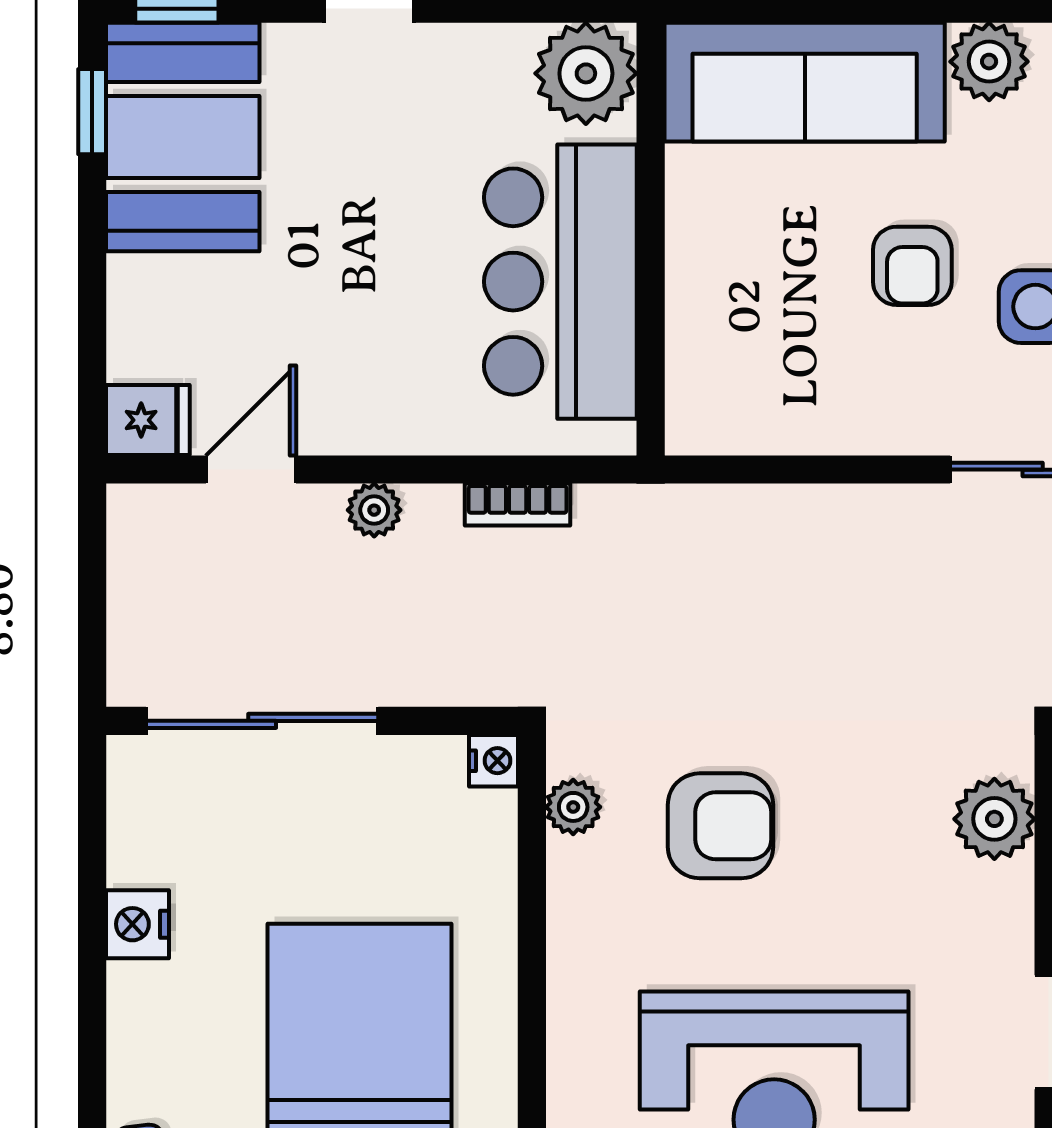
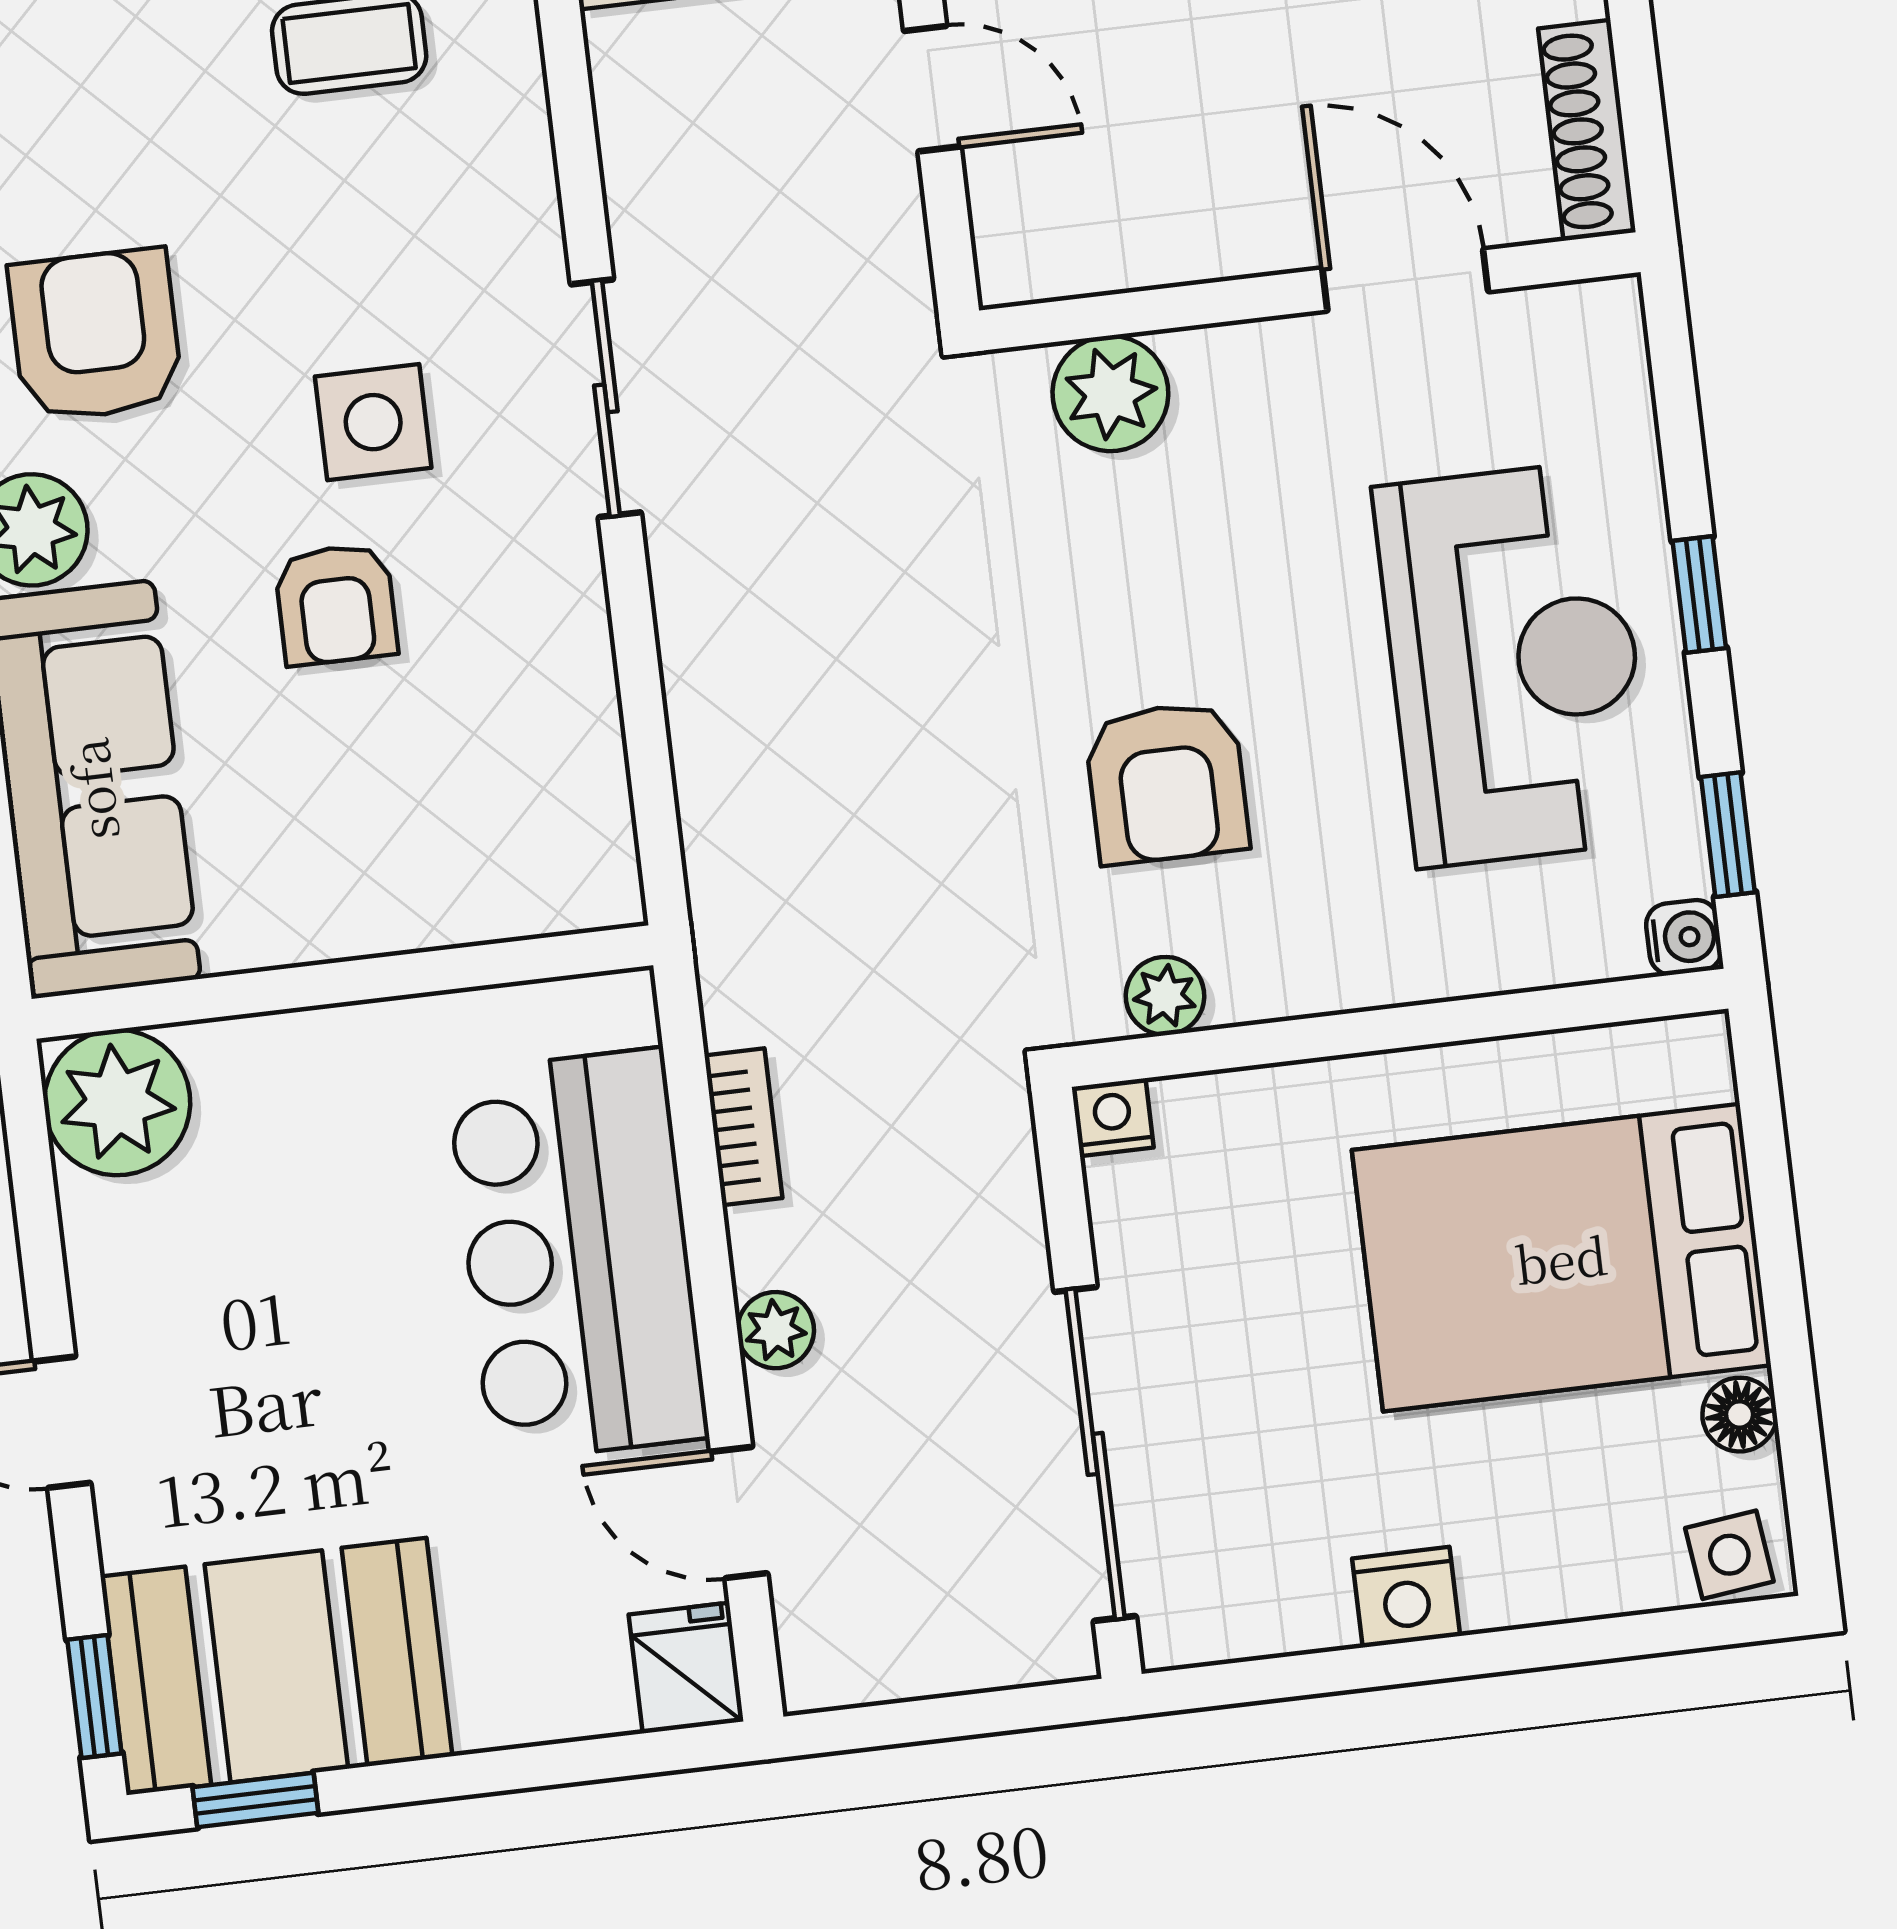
armchair: (912, 266) -> (336, 604), turned 90
bar counter: (560, 282) -> (578, 1255), moved, turned 90
armchair: (721, 826) -> (1167, 783), turned 180

